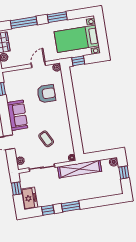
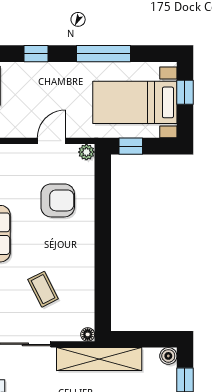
window: (57, 17) -> (103, 54), width x1.44
window: (24, 23) -> (36, 54), width x0.46
window: (101, 30) -> (185, 92), added

